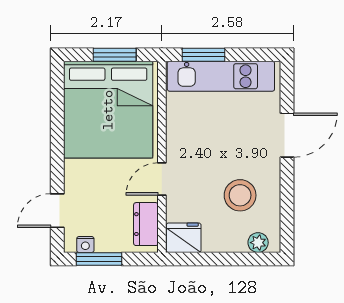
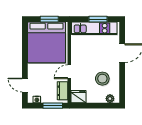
window: (203, 55) -> (98, 19), moved
door: (57, 211) -> (25, 85), hinge flipped
window: (99, 259) -> (53, 106), moved

